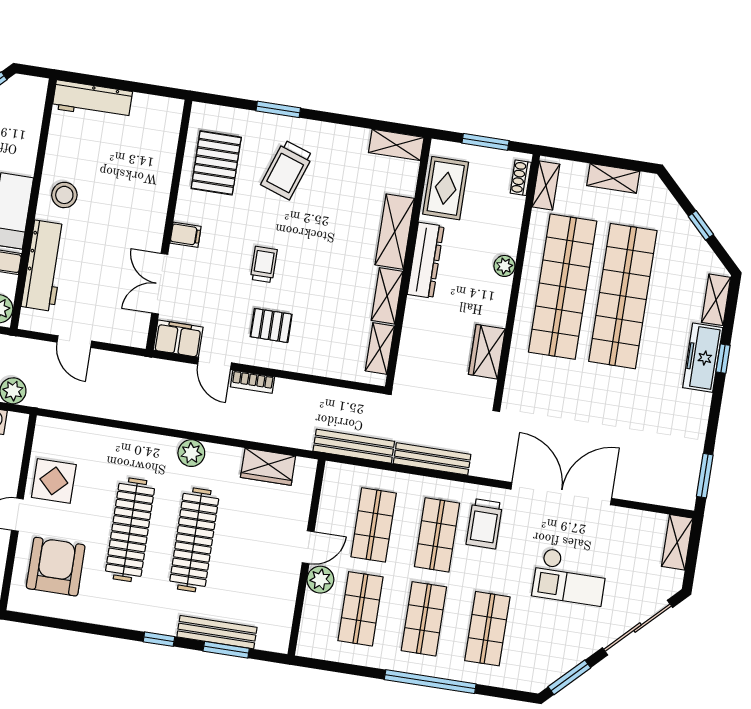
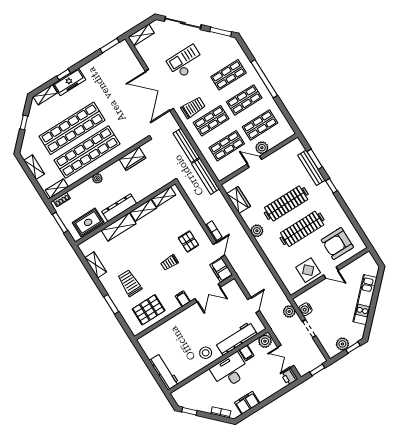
shelving: (396, 145) -> (96, 265), moved
trolley: (287, 170) -> (130, 283), turned -109
checkout: (570, 577) -> (186, 62), turned -90

